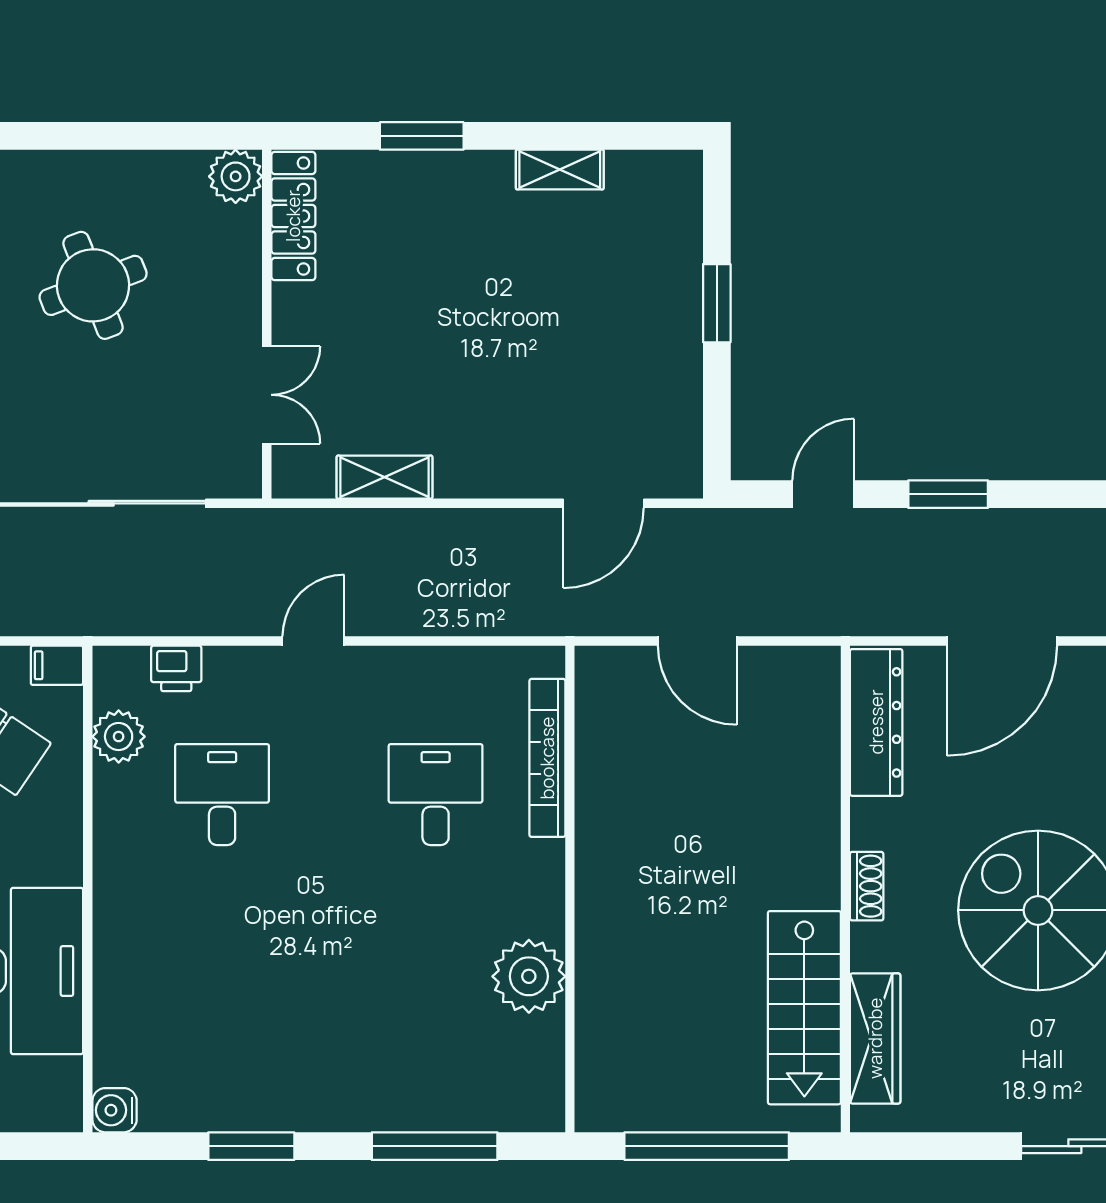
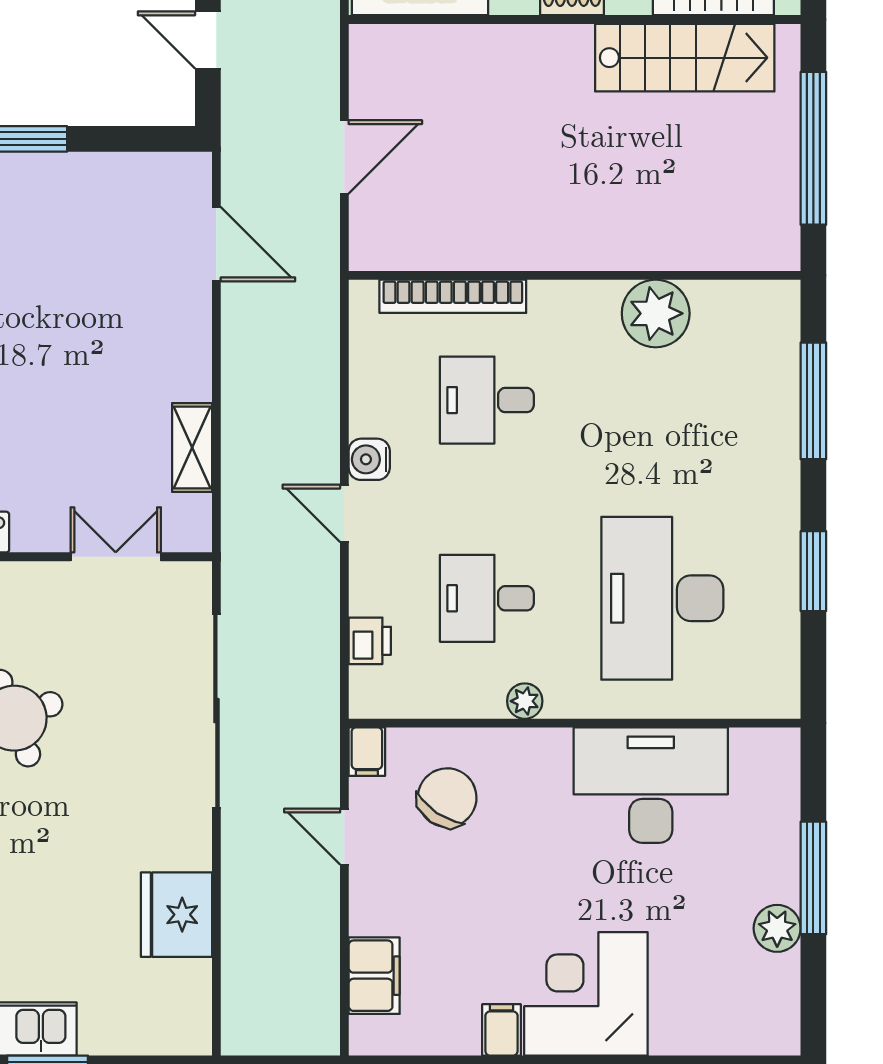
plant: (119, 737) -> (525, 701), moved, width x0.73, depth x0.73
desk: (222, 983) -> (662, 598), added
water cooler: (115, 1110) -> (369, 459), moved, turned 90

